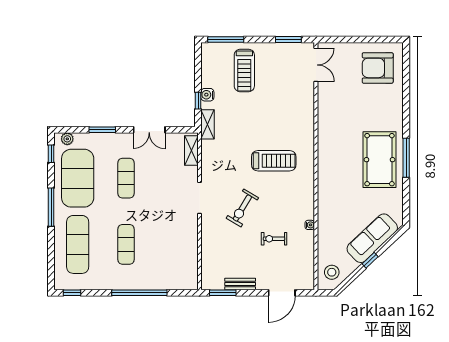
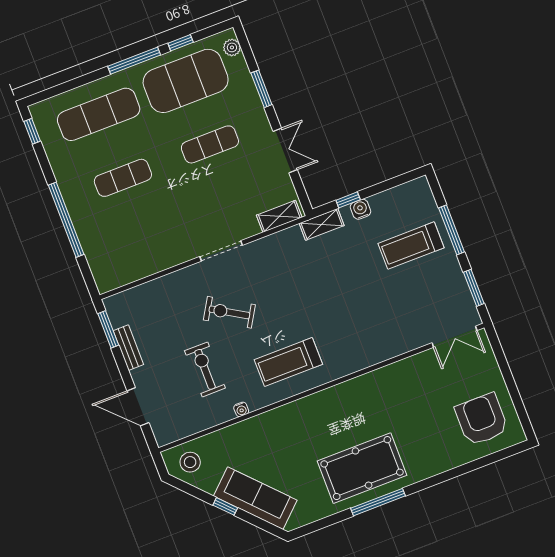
window: (226, 40) -> (452, 230), moved
double door: (149, 130) -> (285, 150), swing flipped
window: (51, 154) -> (181, 43), moved
treadmill: (274, 161) -> (288, 362), moved, turned 90
exercise bike: (274, 239) -> (205, 369), width x1.38, depth x1.39

